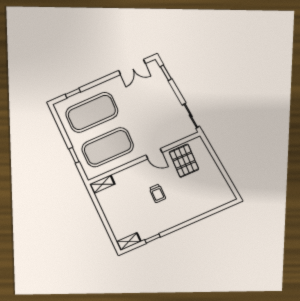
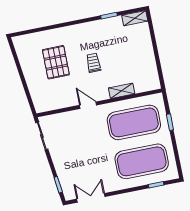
pallet: (184, 161) -> (56, 62), moved
shelving: (102, 184) -> (122, 91), moved

